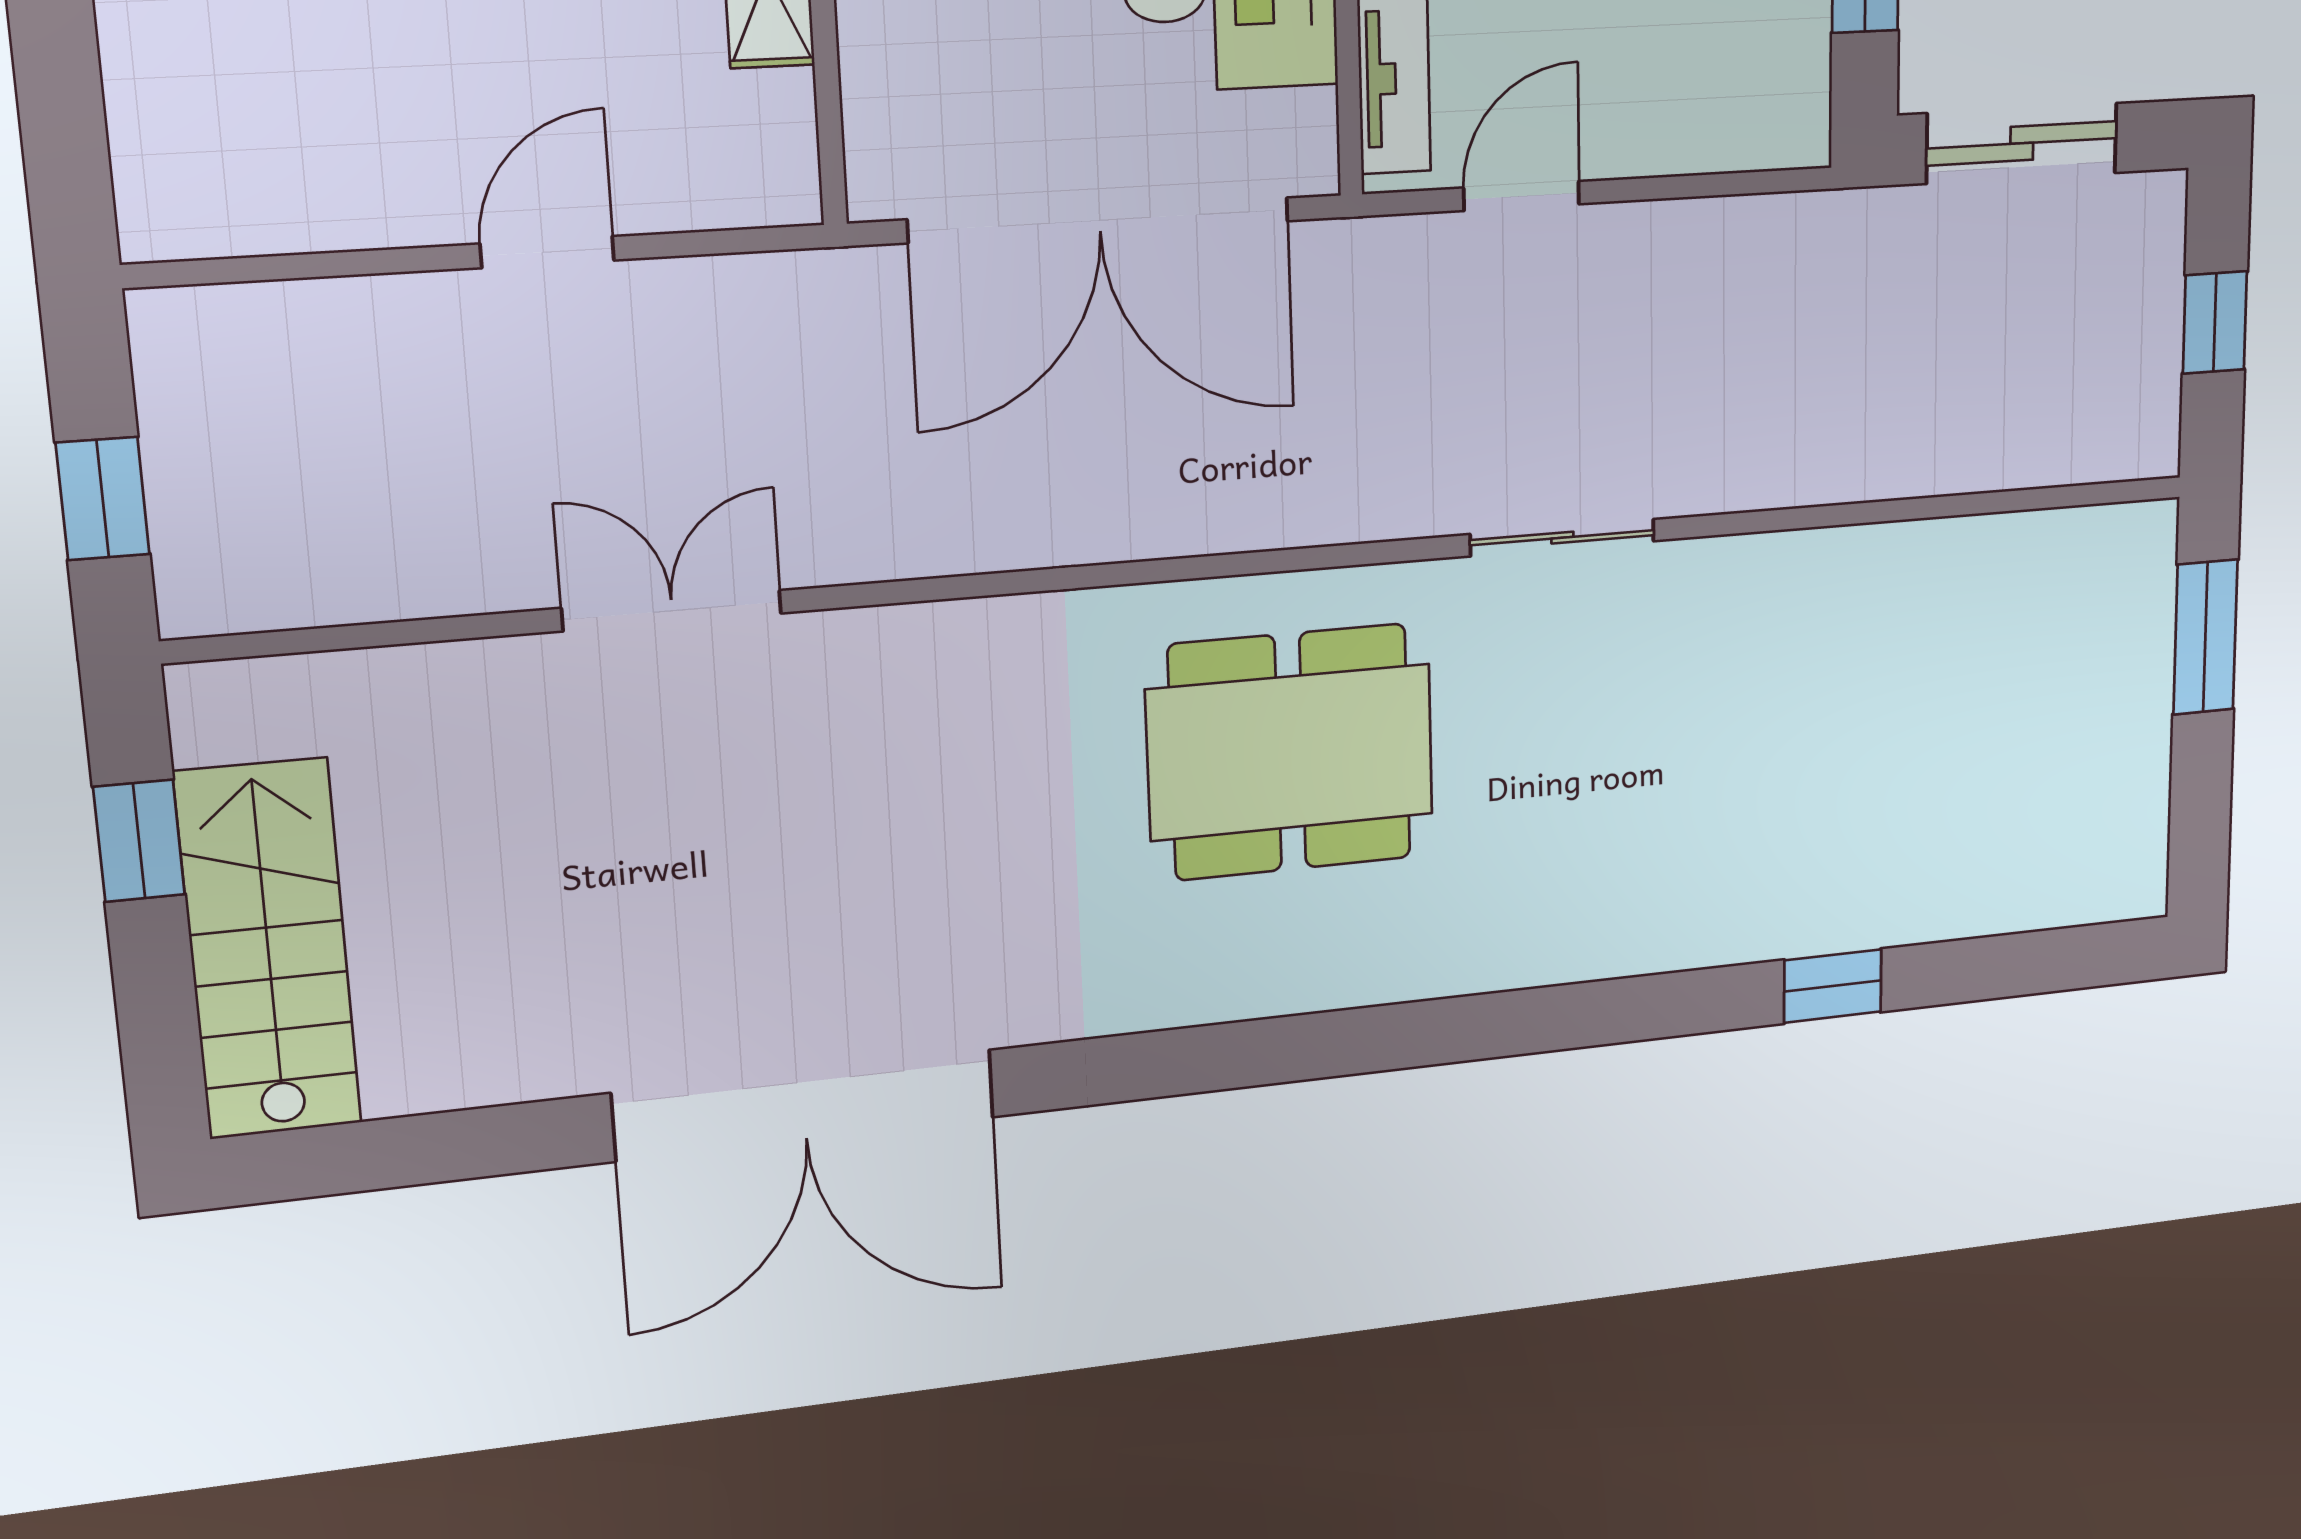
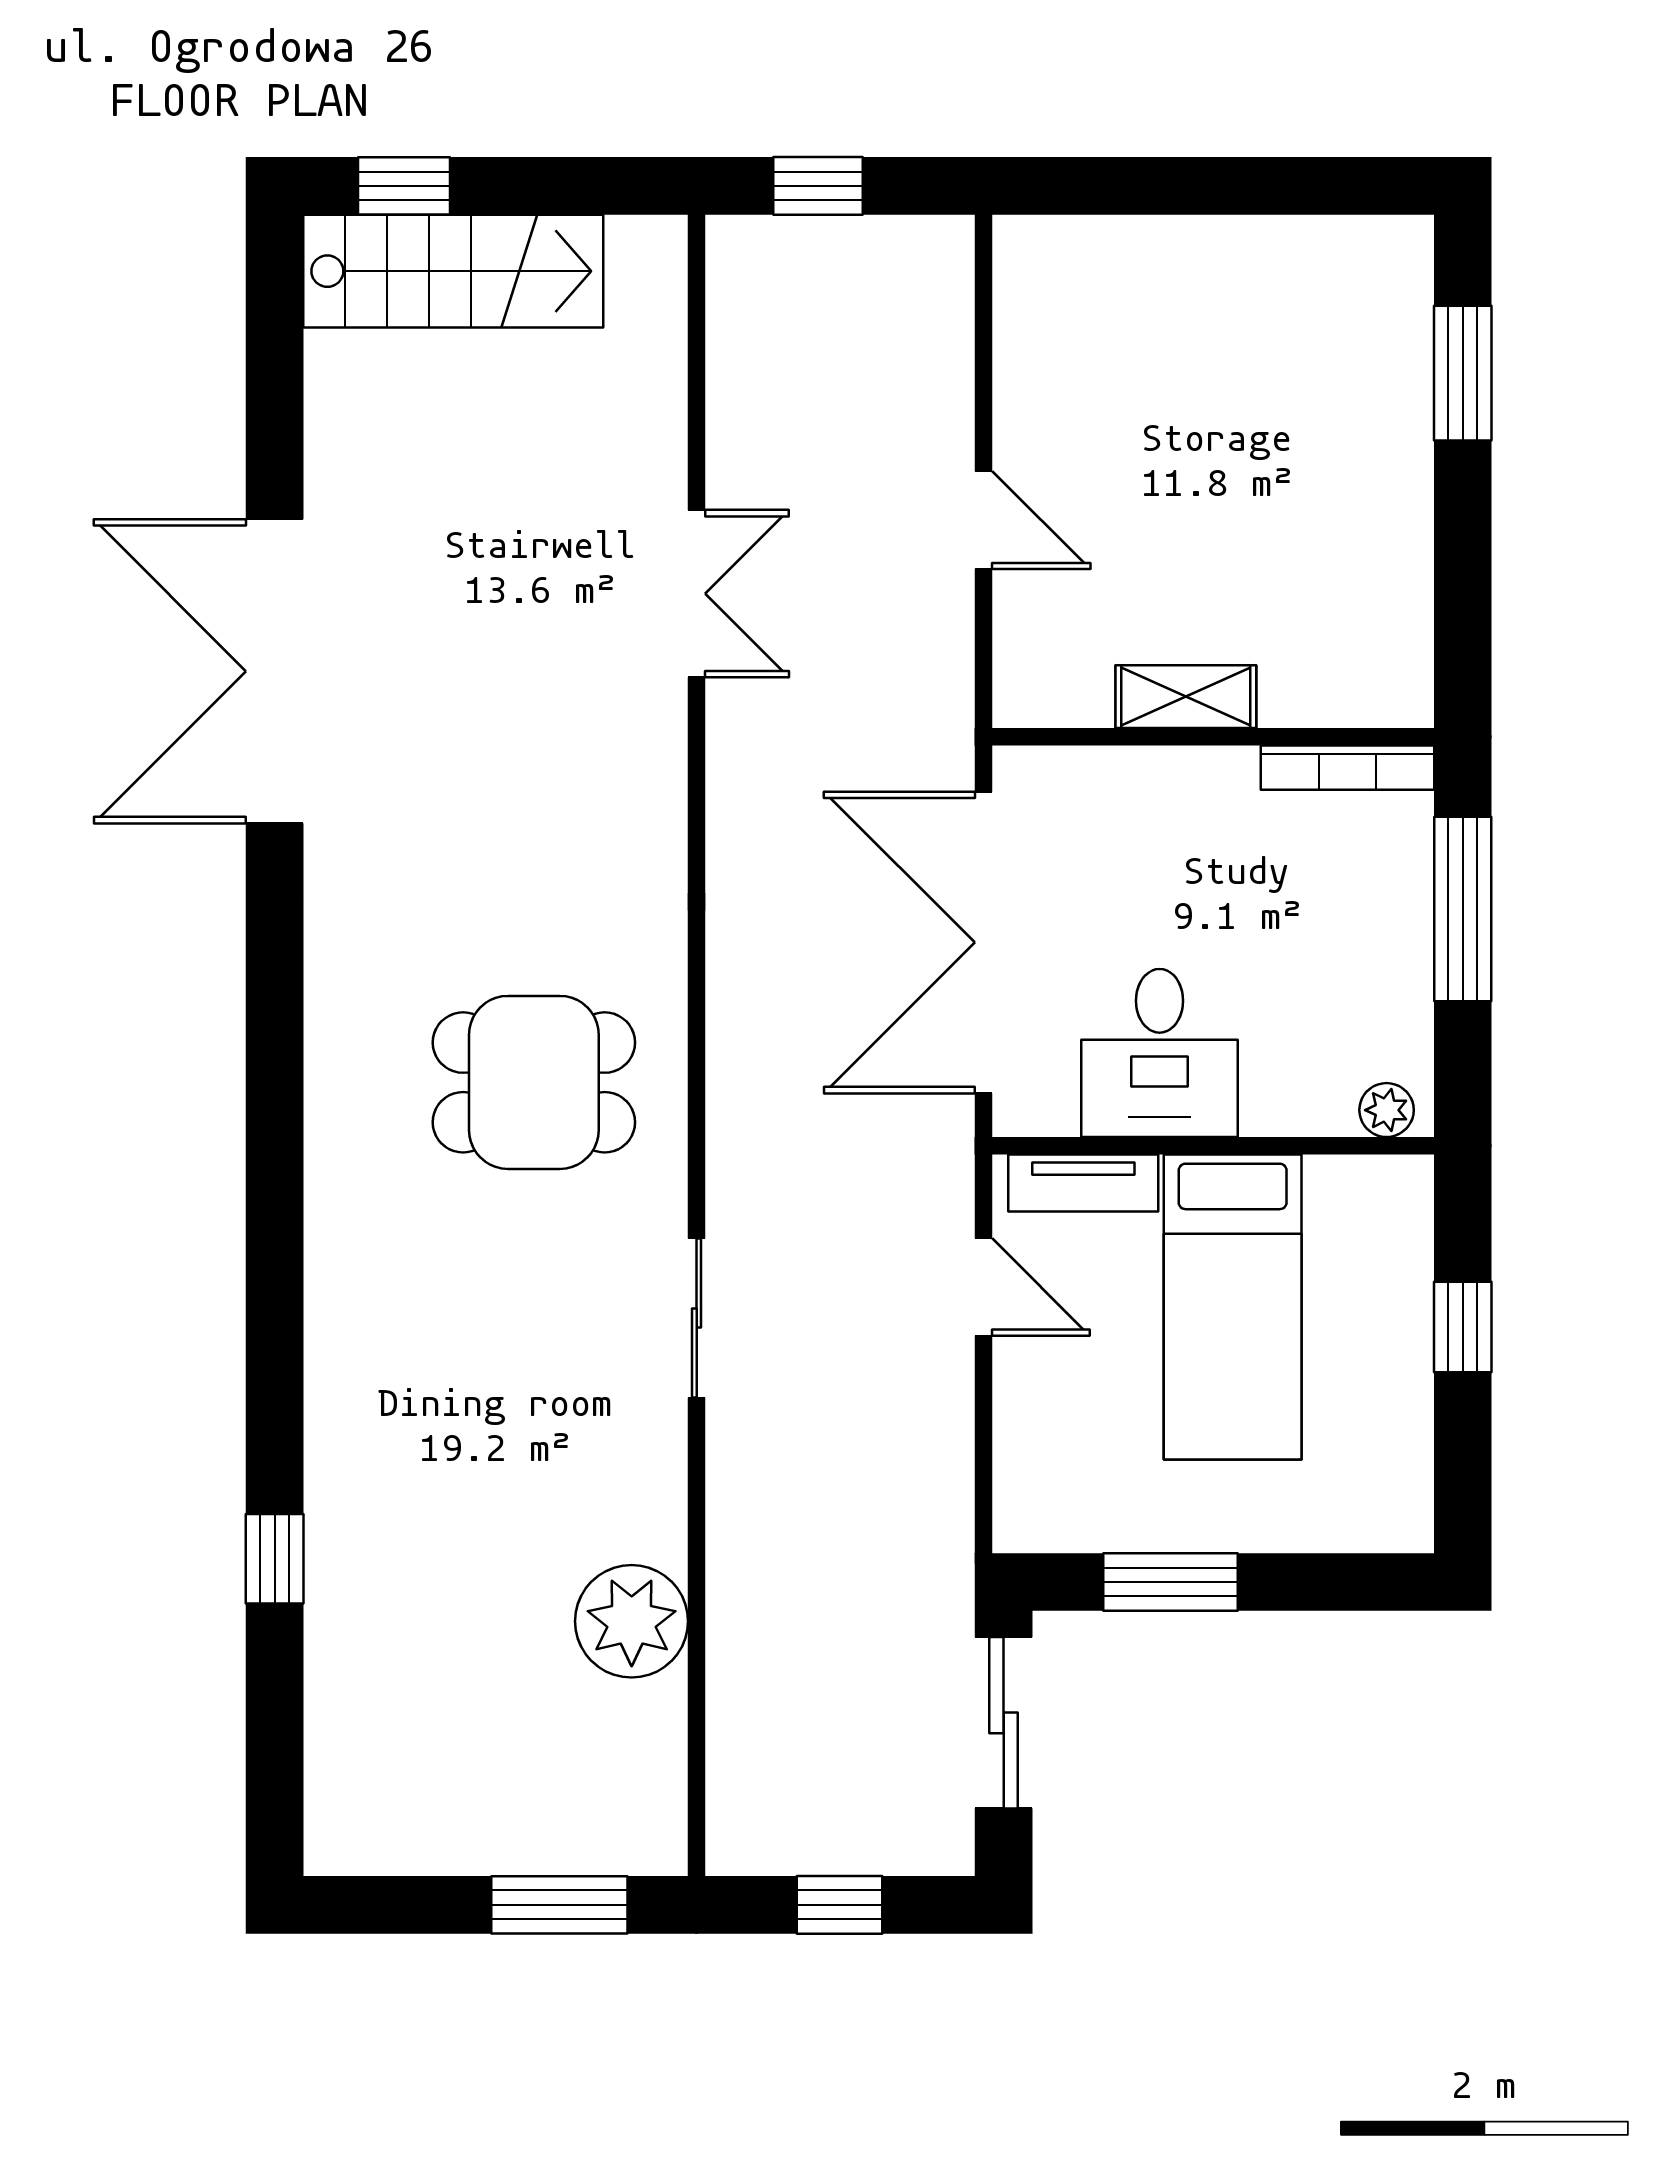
plant: (1904, 584) -> (632, 1621), added
dining table: (1290, 752) -> (534, 1082), width x0.73
window: (139, 841) -> (404, 186), moved

